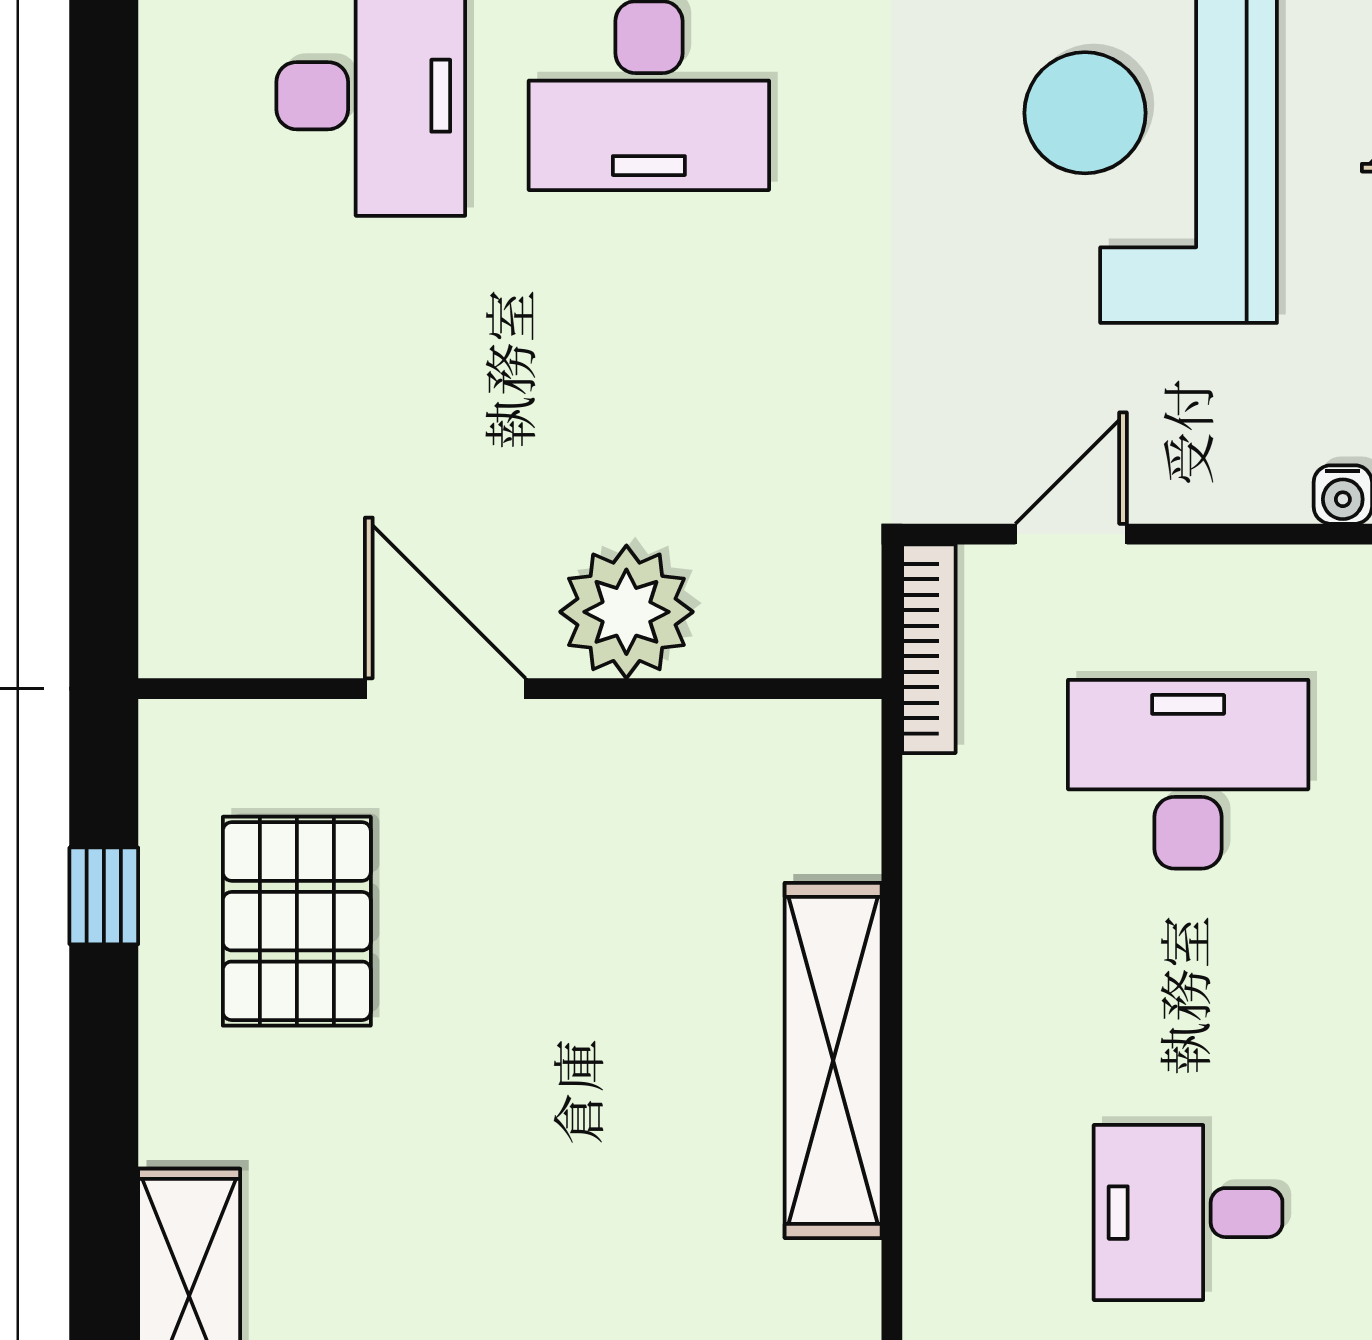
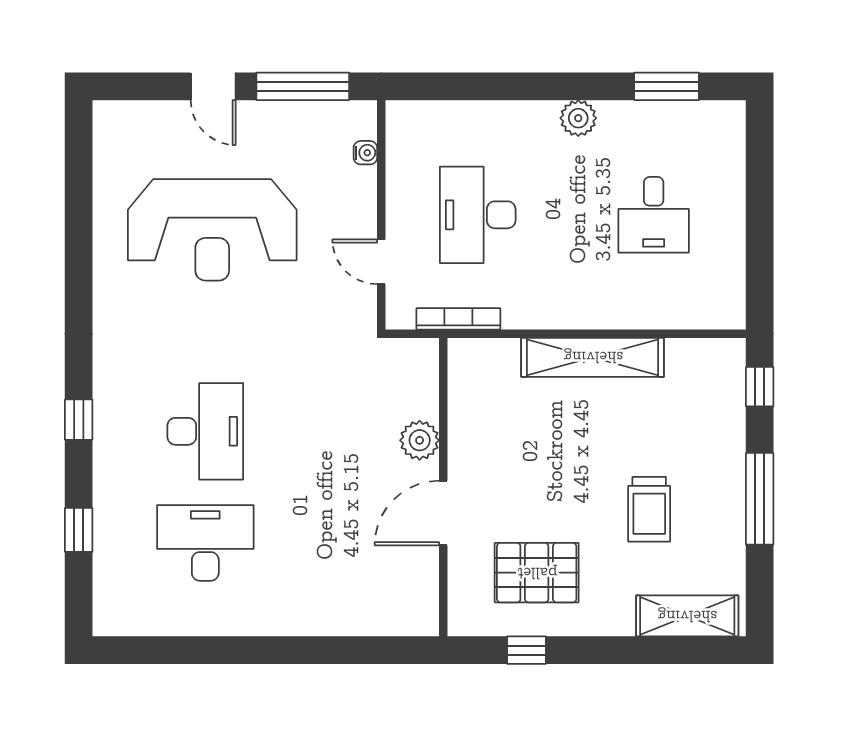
plant: (626, 612) -> (420, 440), width x0.73, depth x0.73
bookcase: (929, 649) -> (458, 319), moved
trolley: (455, 1201) -> (649, 509), added

